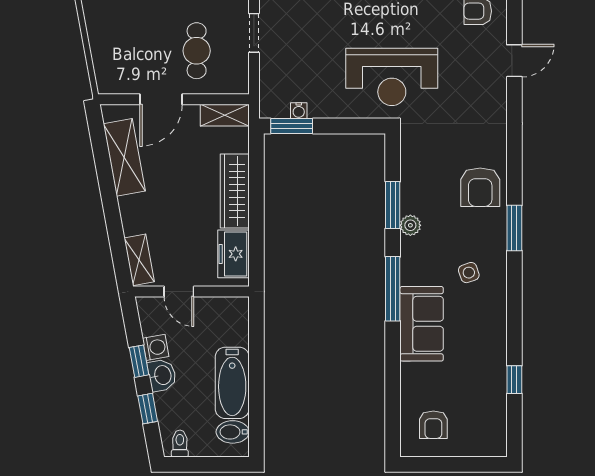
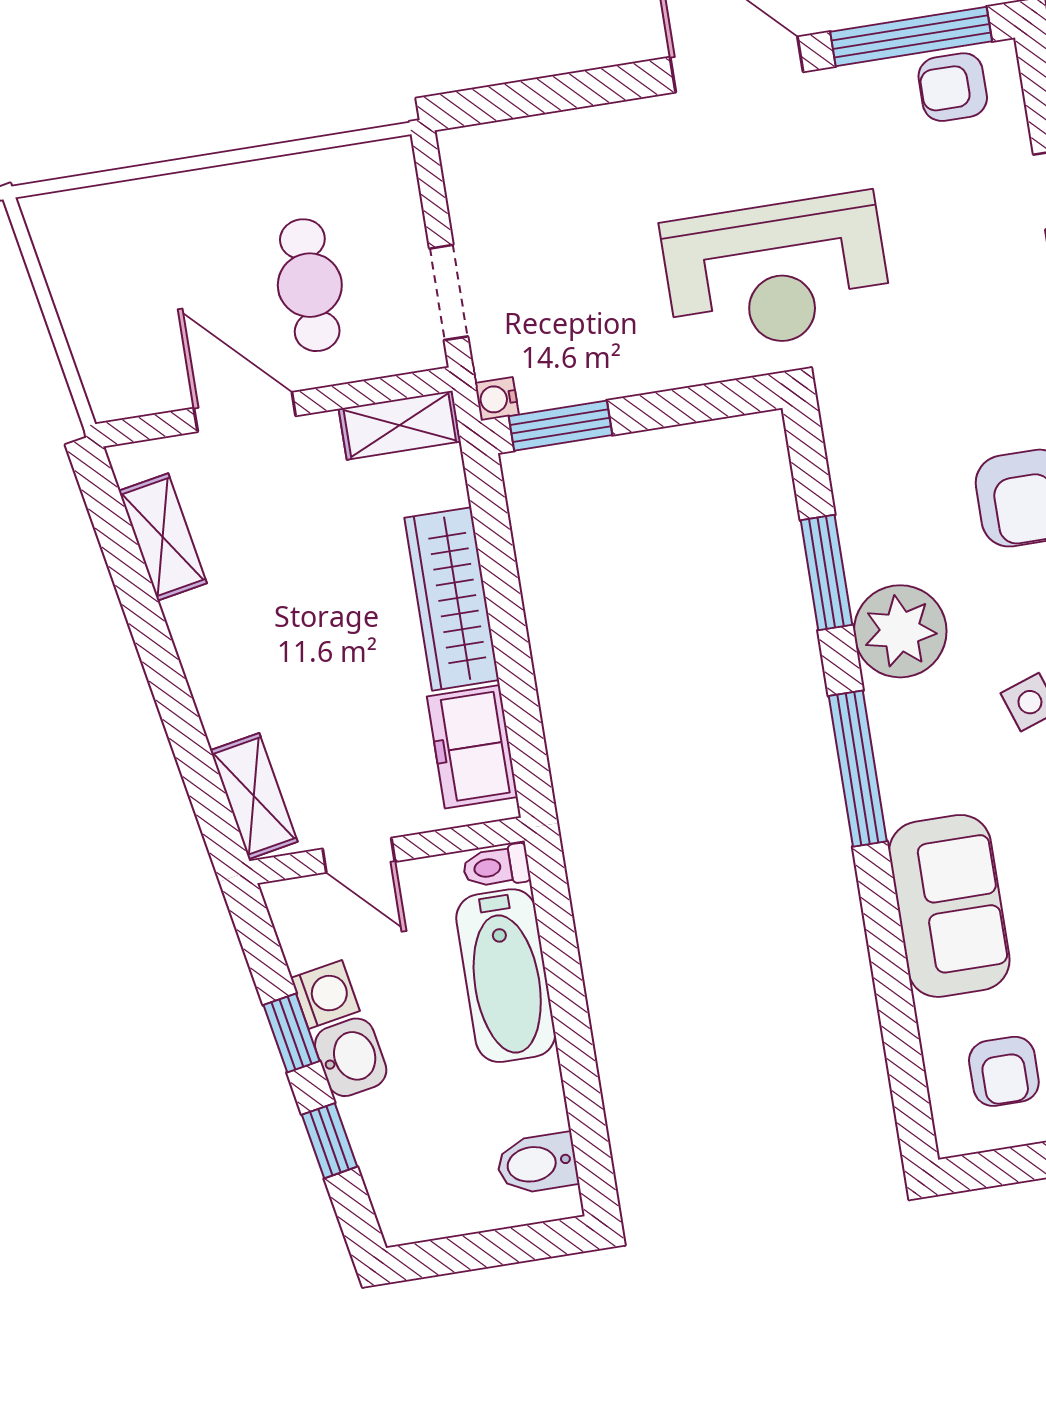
doorway: (254, 33) -> (449, 292), moved
door: (161, 99) -> (245, 412), swing flipped
water cooler: (299, 111) -> (497, 399), moved, turned 90
shelving: (124, 157) -> (163, 537), width x0.67, depth x0.75
plant: (410, 225) -> (900, 631), width x1.88, depth x1.88
sofa: (422, 324) -> (949, 906), moved
bathtub: (232, 383) -> (506, 976), moved
toilet: (180, 444) -> (496, 867), moved, turned -90

